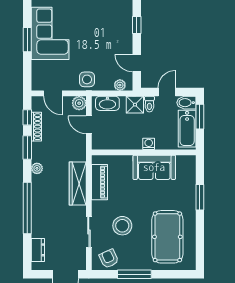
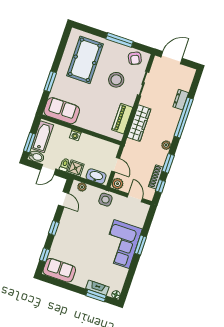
sofa: (154, 167) -> (62, 111), moved
dresser: (38, 250) -> (181, 100), moved

